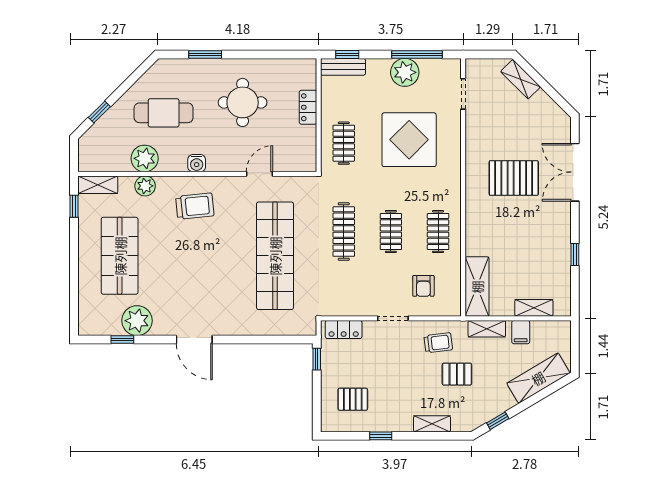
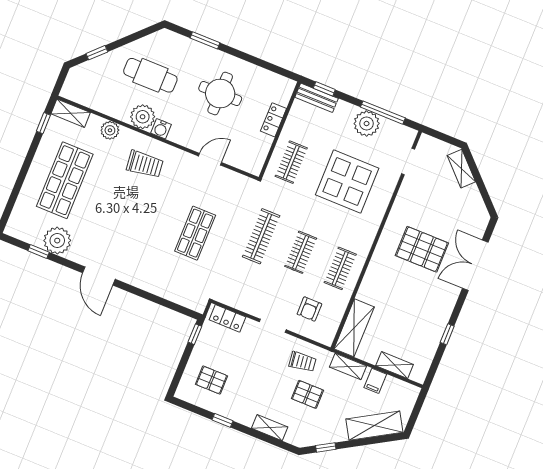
plant: (145, 158) -> (143, 117), moved
shop shelf: (275, 256) -> (195, 233), width x0.50, depth x0.74

